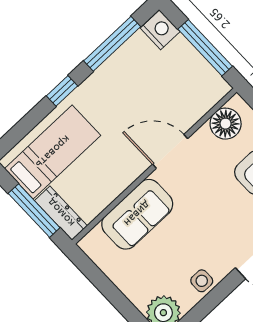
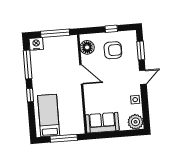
door: (170, 151) -> (81, 74), swing flipped
dresser: (61, 213) -> (72, 130), removed
sofa: (137, 214) -> (102, 123), moved, turned -90

